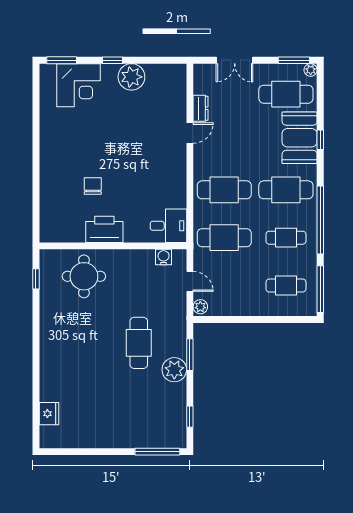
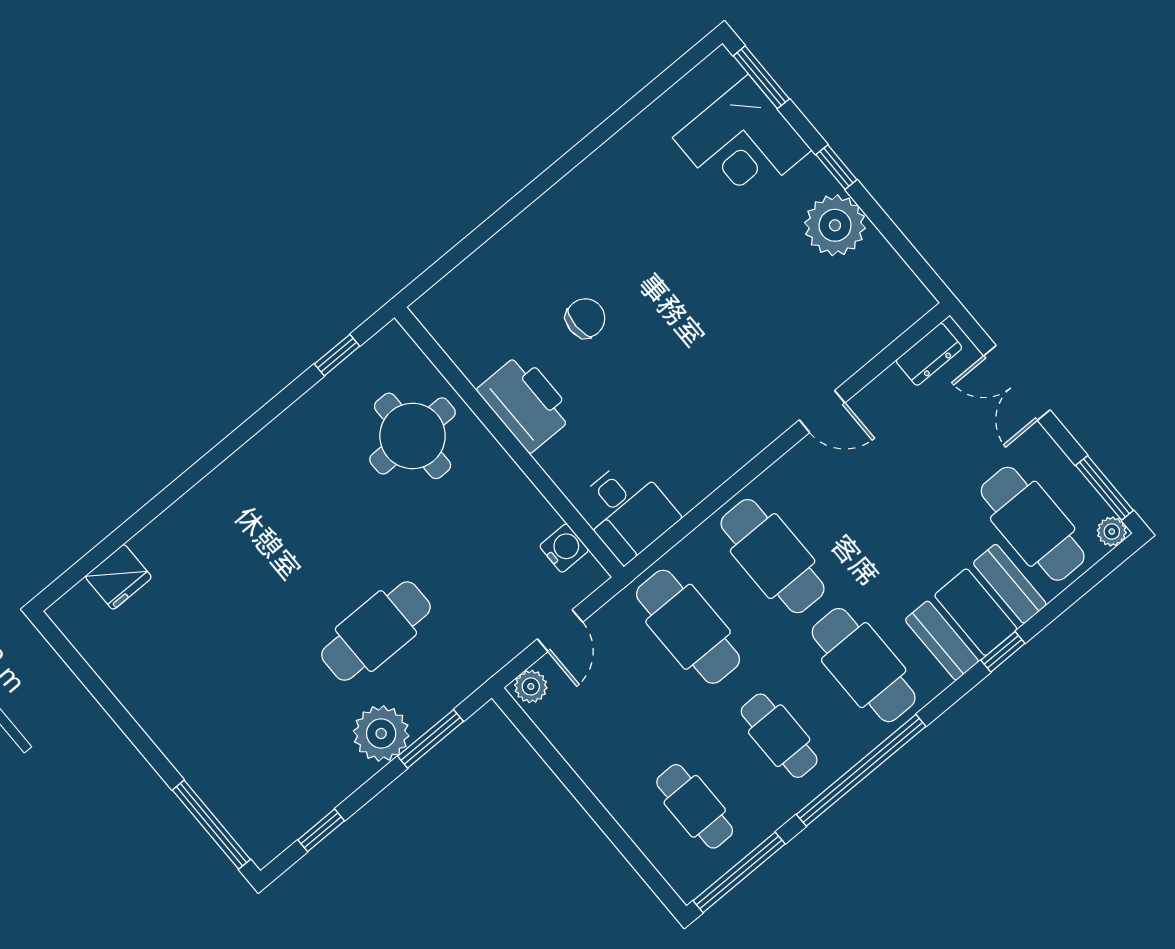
dresser: (201, 108) -> (929, 354), moved

